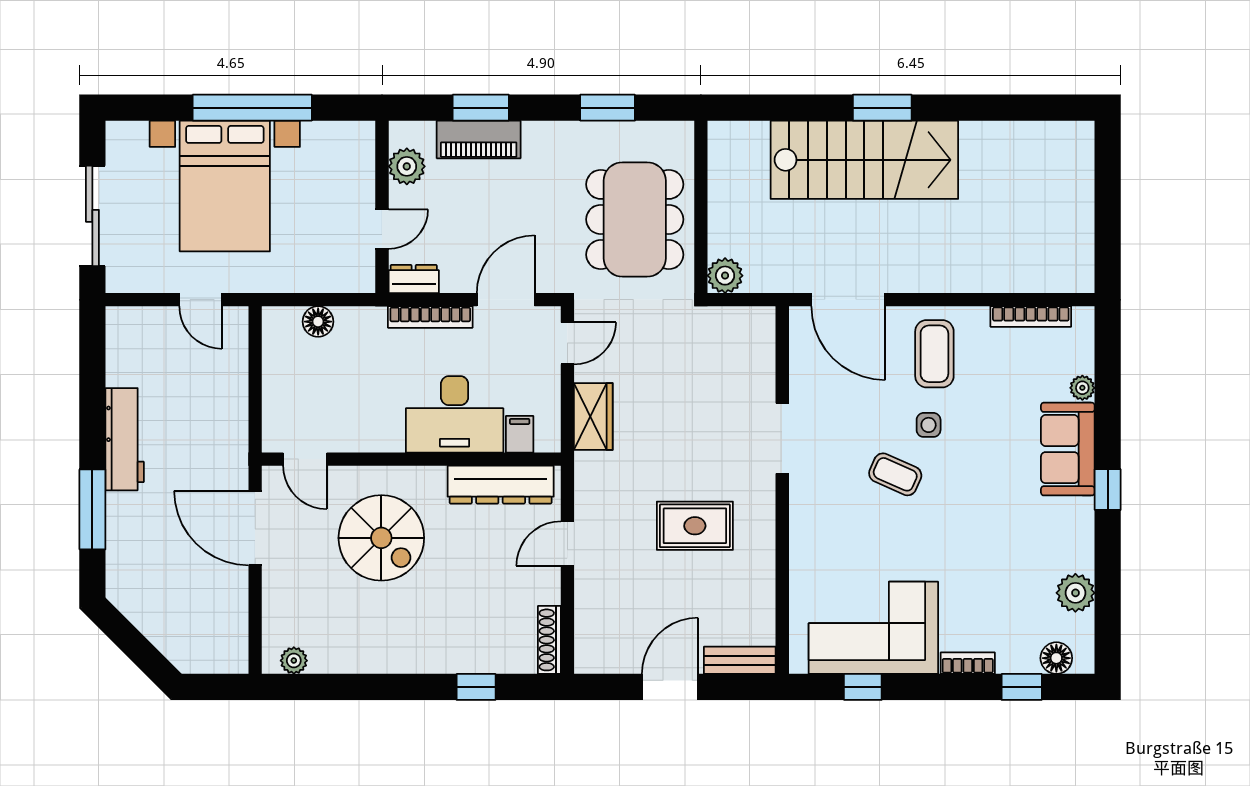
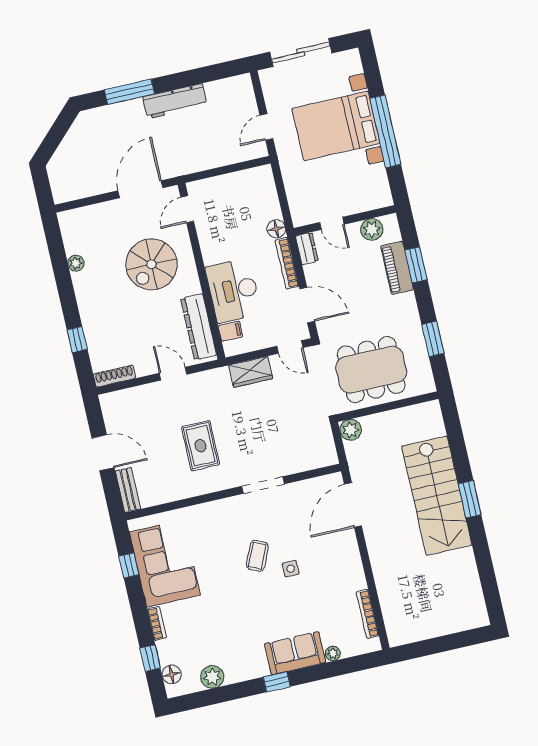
floor lamp: (318, 322) -> (276, 229), moved
coffee table: (934, 354) -> (333, 563), removed
plant: (294, 661) -> (76, 263), moved

